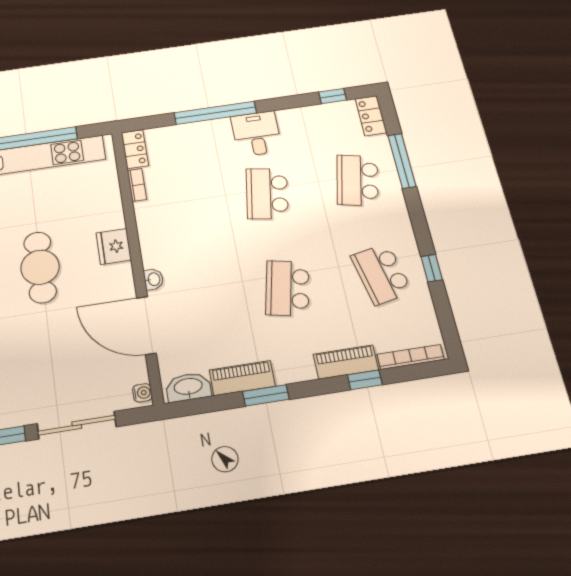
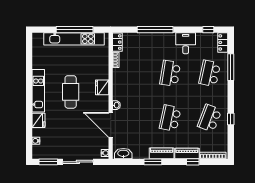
desk: (256, 134) -> (186, 43), moved
school desk: (381, 274) -> (210, 118), turned 33
piano: (242, 378) -> (162, 153), moved

